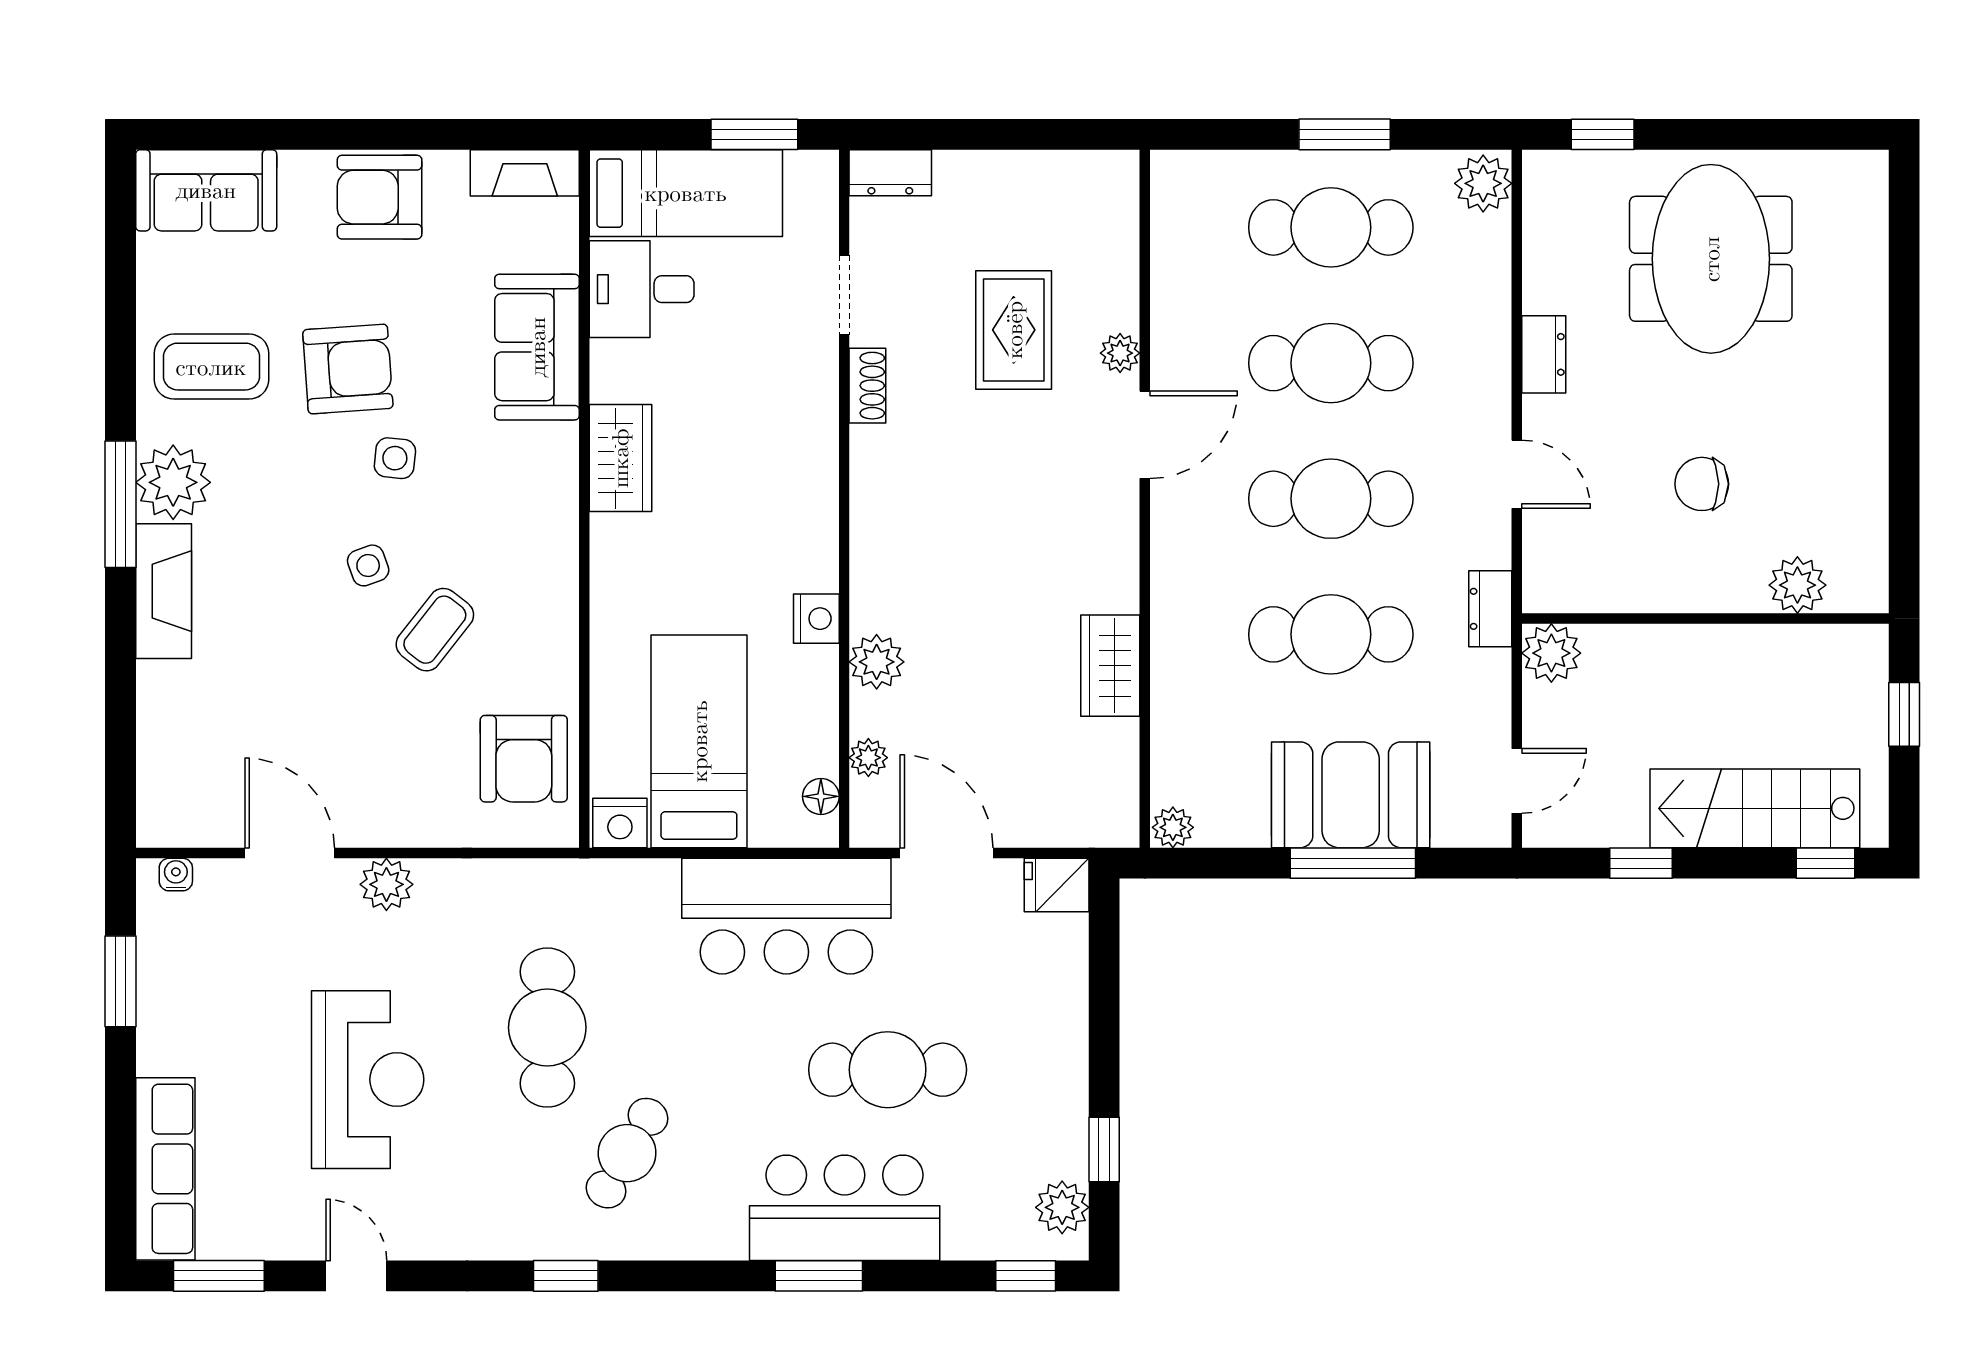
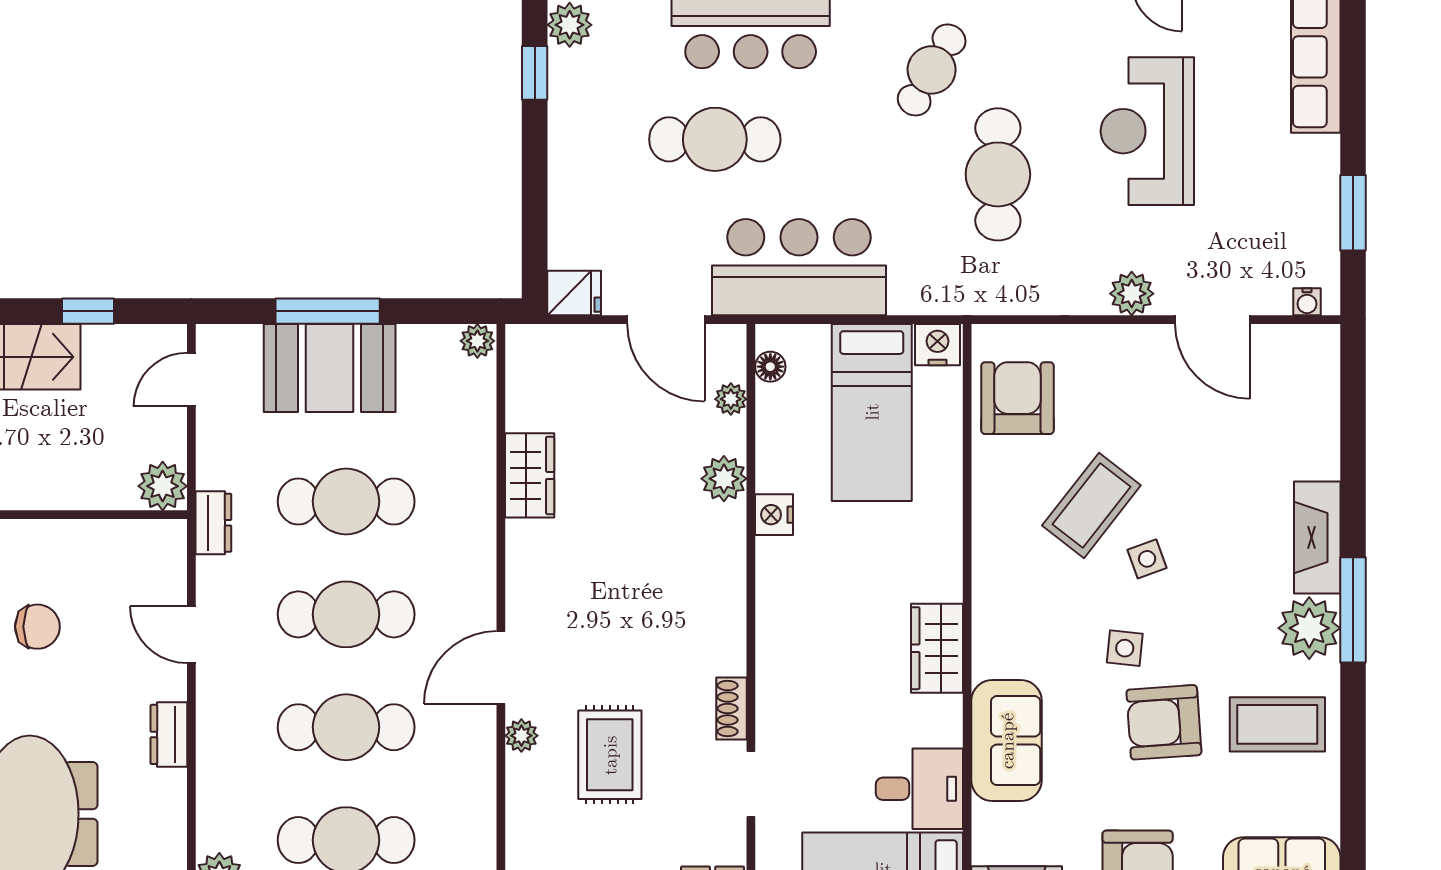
coffee table: (435, 630) -> (1091, 505), width x1.36, depth x1.30

